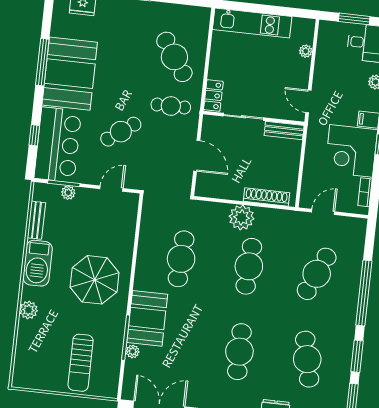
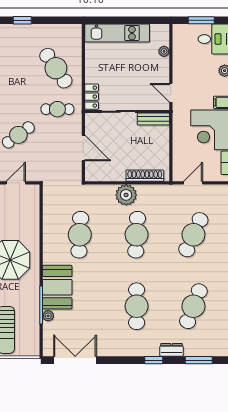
cafe table: (307, 359) -> (193, 306), turned 33

